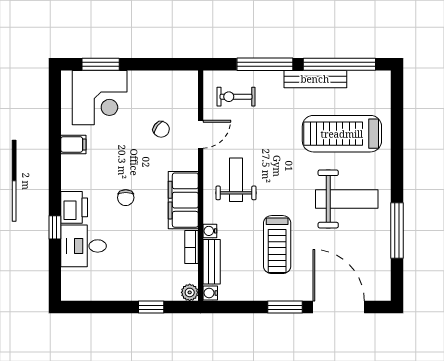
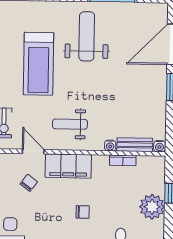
treadmill: (342, 134) -> (39, 64), moved
filing cabinet: (183, 200) -> (68, 166), moved
treadmill: (277, 245) -> (122, 92), removed
plant: (190, 292) -> (152, 207), moved, width x1.87, depth x1.87

